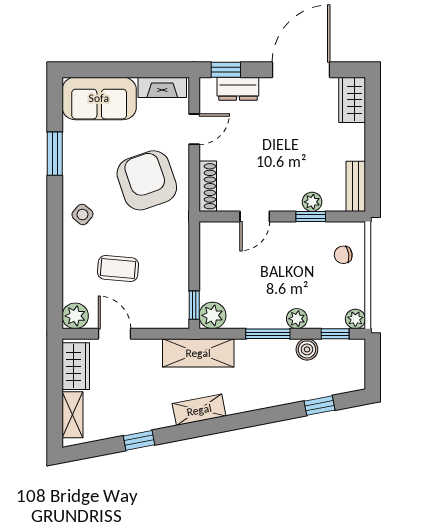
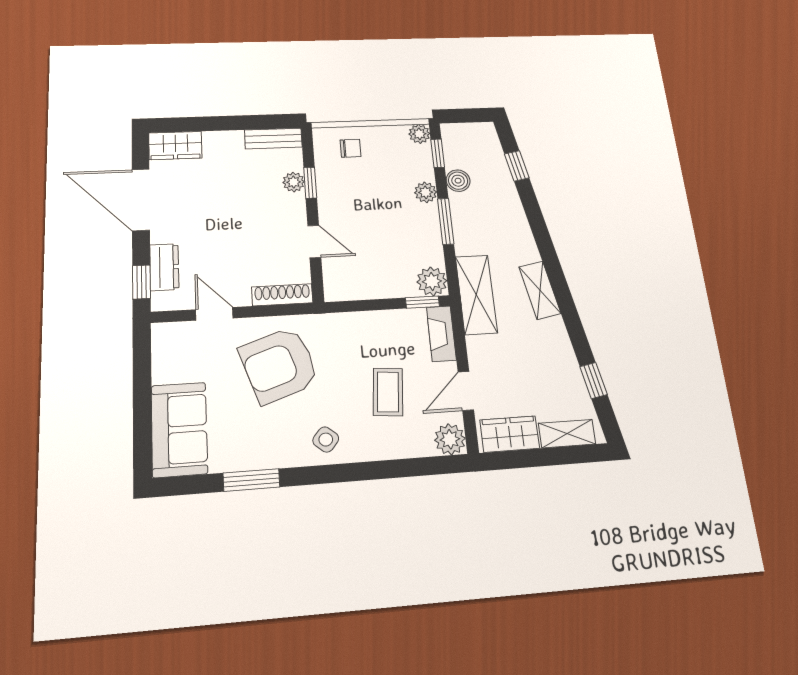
fireplace: (162, 87) -> (441, 334), moved, turned 180
chair: (343, 255) -> (351, 148), turned -82
window: (139, 440) -> (594, 380), moved

